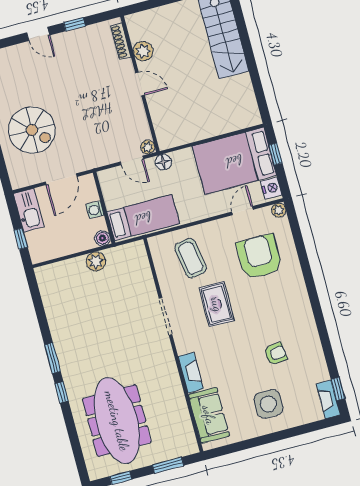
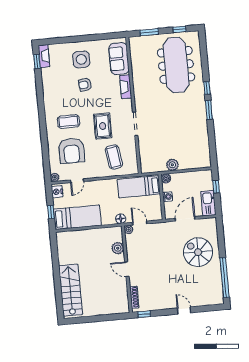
window: (75, 24) -> (144, 314), moved
plant: (143, 51) -> (118, 248), moved
bed: (234, 161) -> (77, 217), width x0.67
coffee table: (272, 302) -> (69, 122), added
armchair: (275, 354) -> (85, 85), moved

